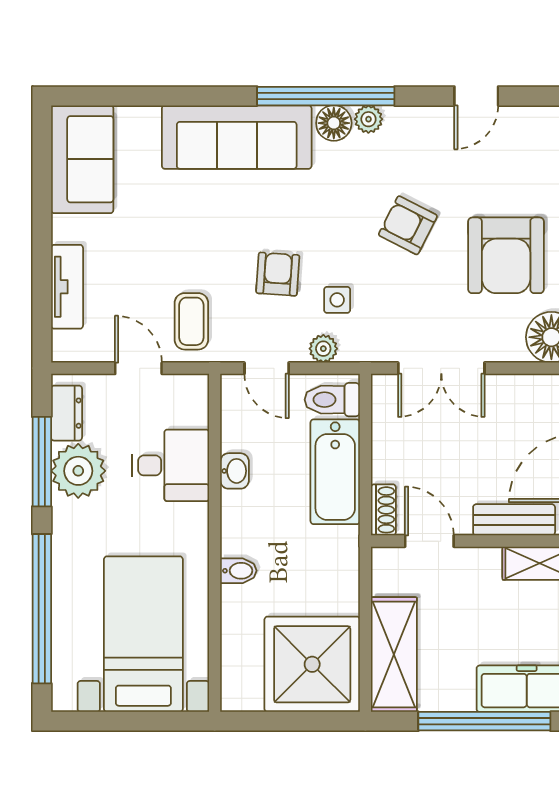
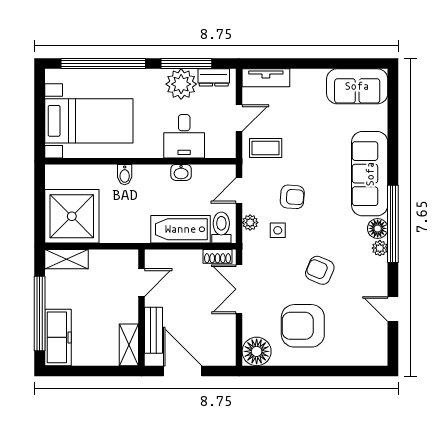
armchair: (408, 225) -> (320, 270), turned -94
tv unit: (67, 287) -> (266, 78), moved
shoe rack: (383, 510) -> (218, 256), moved
shelving: (394, 655) -> (66, 259), width x0.67, depth x0.75

